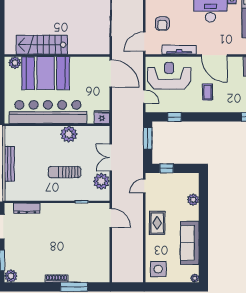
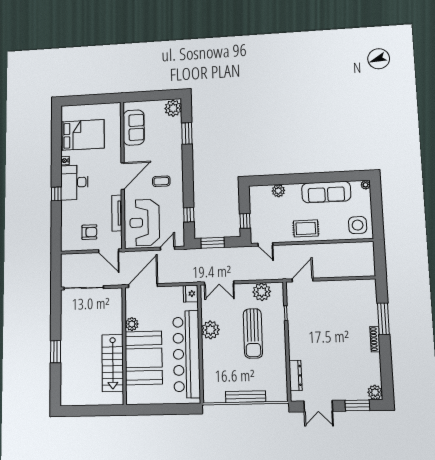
plant: (15, 63) -> (132, 324), moved
double door: (111, 157) -> (219, 283), moved
sun lounger: (65, 172) -> (253, 333), width x1.36, depth x1.34

